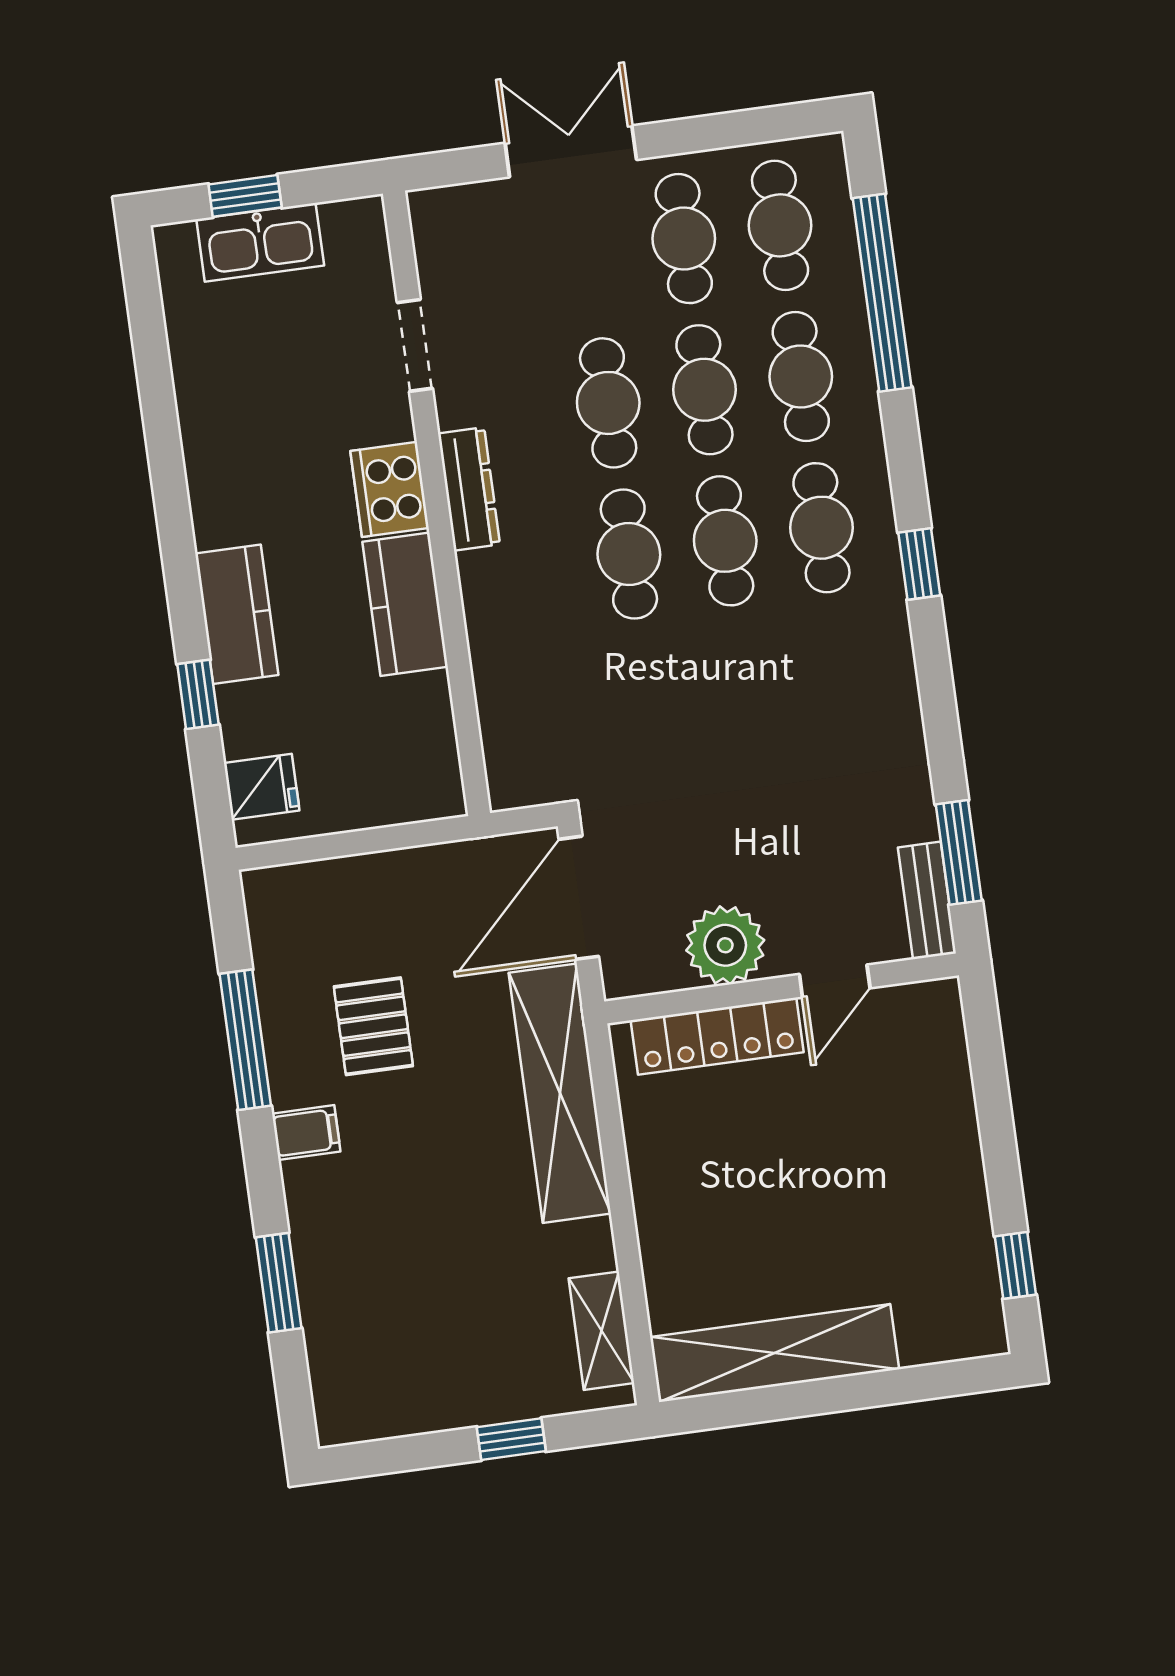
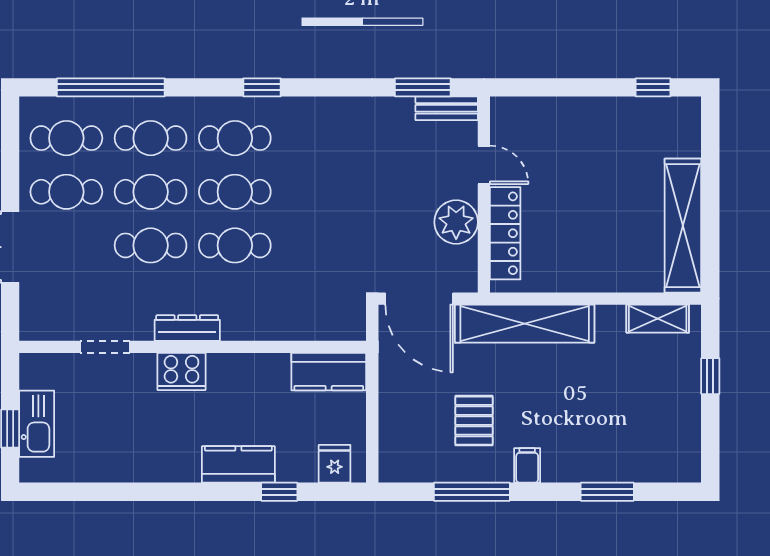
kitchen counter: (405, 604) -> (329, 372), moved
pallet: (373, 1026) -> (474, 421), turned 90

